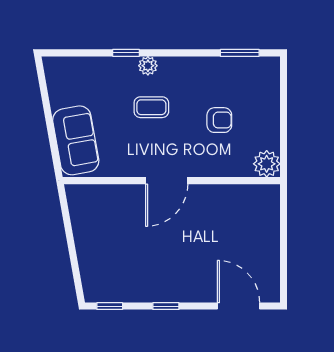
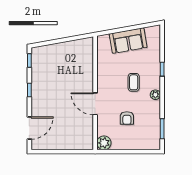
plant: (148, 66) -> (155, 95), moved
sofa: (76, 140) -> (128, 41), moved
door: (167, 181) -> (95, 104), moved

